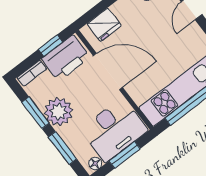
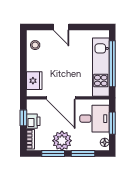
printer: (66, 58) -> (33, 121), width x0.53, depth x0.68
door: (108, 71) -> (61, 98), swing flipped
desk: (114, 130) -> (94, 119), width x0.73

